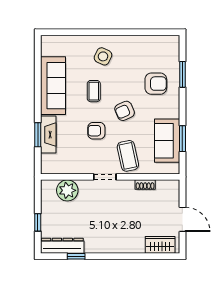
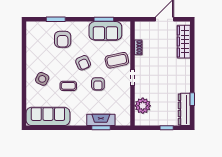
armchair: (156, 84) -> (63, 39), turned 180
sofa: (53, 86) -> (48, 116), moved
wardrobe: (160, 245) -> (184, 42), width x1.50

